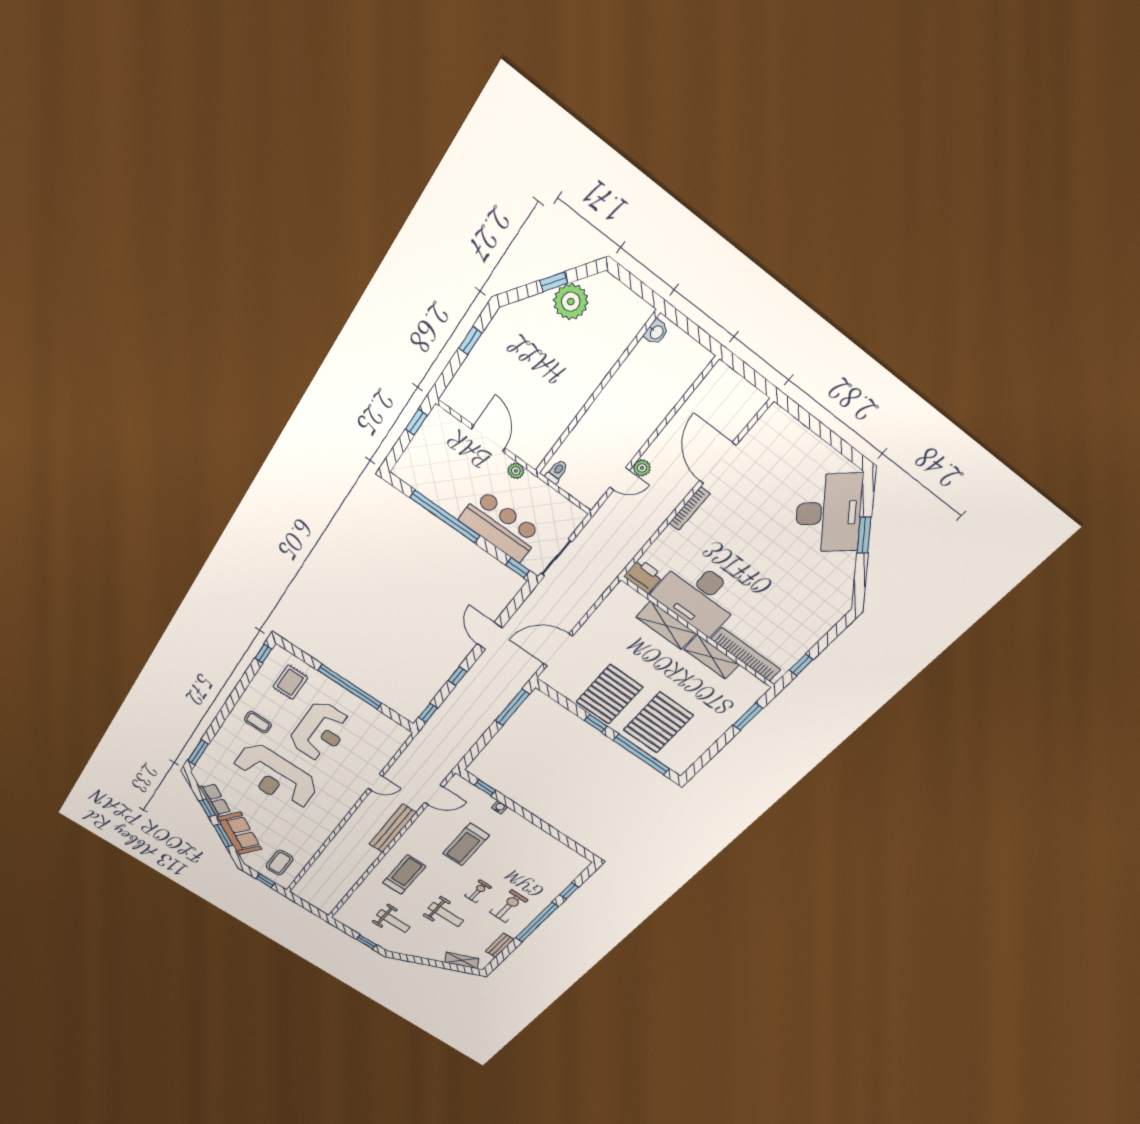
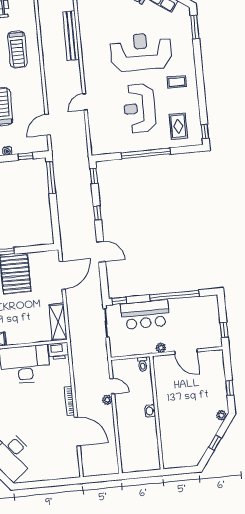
plant: (571, 302) -> (221, 415), moved, width x0.53, depth x0.53
washbasin: (656, 332) -> (150, 411), moved
door: (620, 479) -> (112, 386), swing flipped
shelving: (666, 625) -> (58, 322), moved, turned 90
window: (512, 707) -> (51, 178), moved
bench: (393, 828) -> (71, 36), moved

